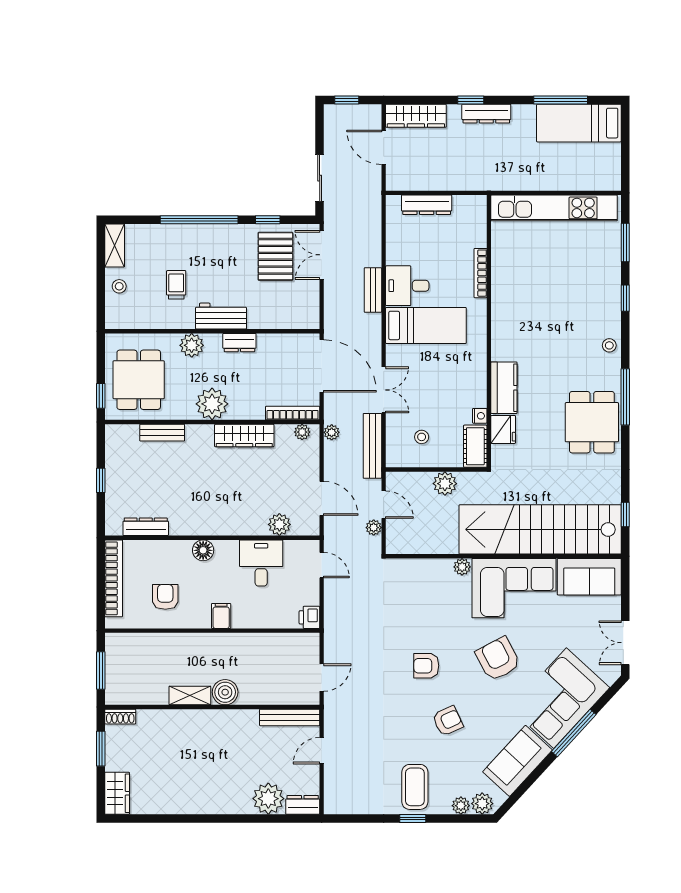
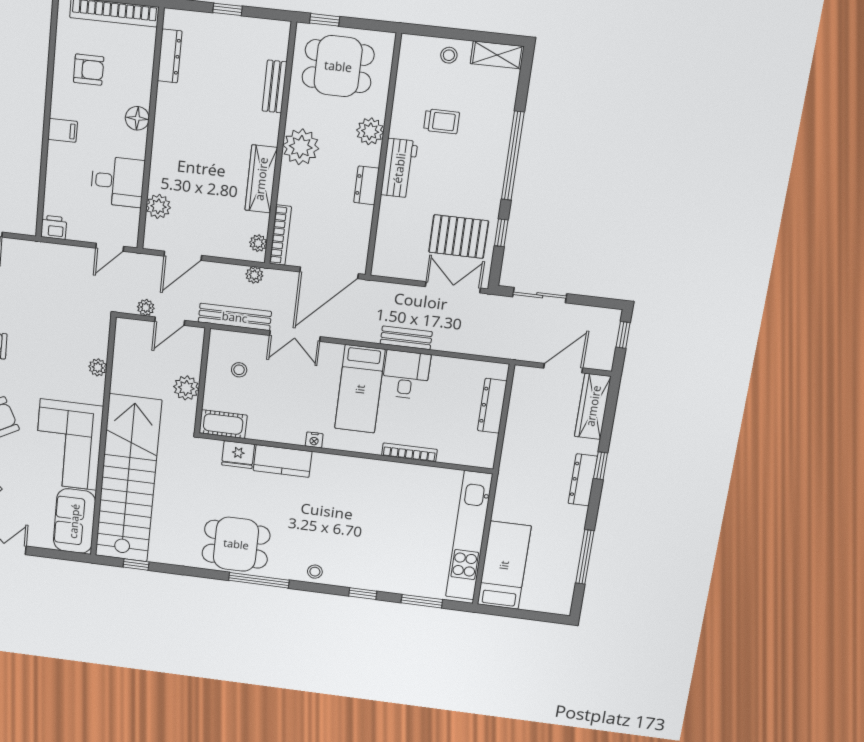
bed: (579, 123) -> (504, 565), moved
nightstand: (480, 416) -> (314, 440), moved
plant: (462, 567) -> (98, 367), moved

